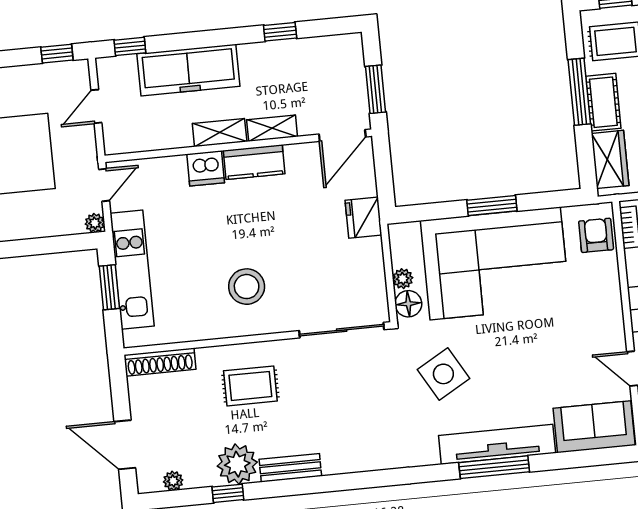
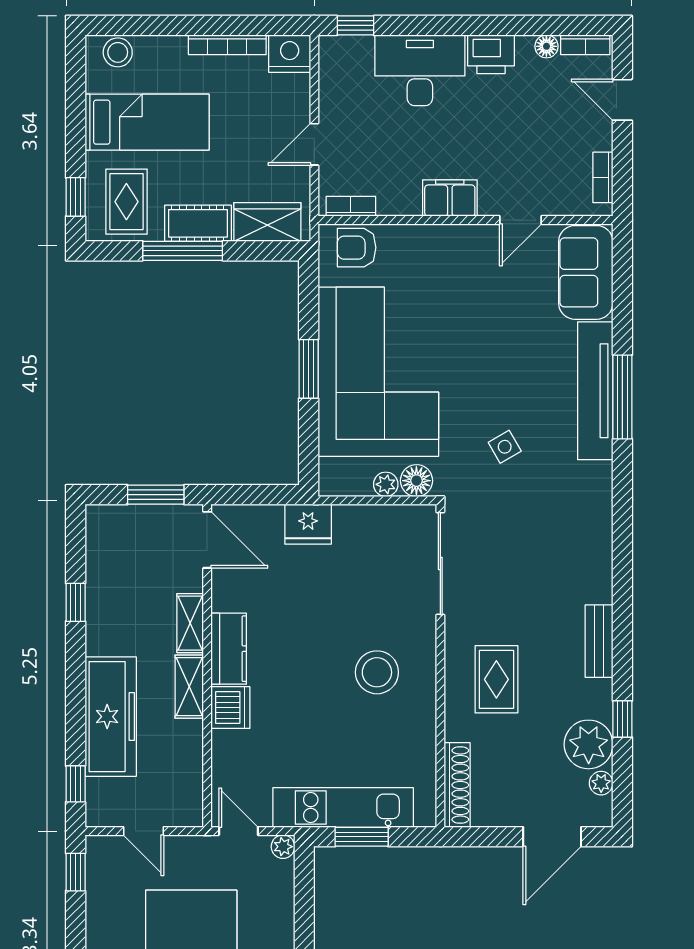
side table: (443, 374) -> (505, 447), width x0.54, depth x0.54
plant: (237, 464) -> (589, 744), moved

